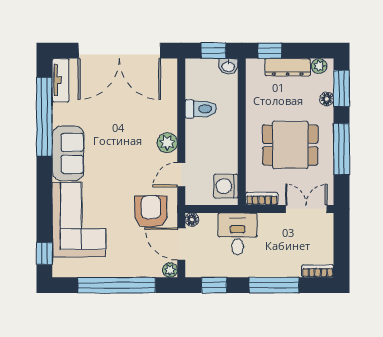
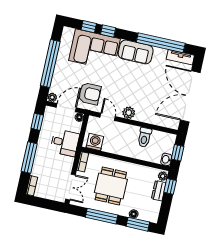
plant: (319, 66) -> (163, 176), moved
dresser: (288, 67) -> (159, 191), width x0.70
window: (44, 205) -> (108, 31), added
window: (44, 254) -> (89, 27), moved

